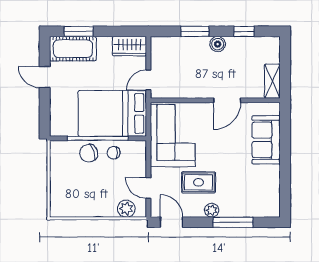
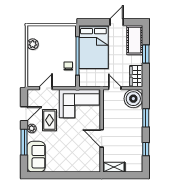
window: (79, 31) -> (146, 54), moved
boiler: (218, 44) -> (133, 99), moved, width x1.86, depth x1.86
bed: (112, 113) -> (93, 47), moved, turned 180
sofa: (266, 140) -> (36, 157), moved, turned 90
chair: (89, 153) -> (68, 50), removed
plant: (126, 209) -> (33, 44), moved
door: (171, 222) -> (24, 114), moved

